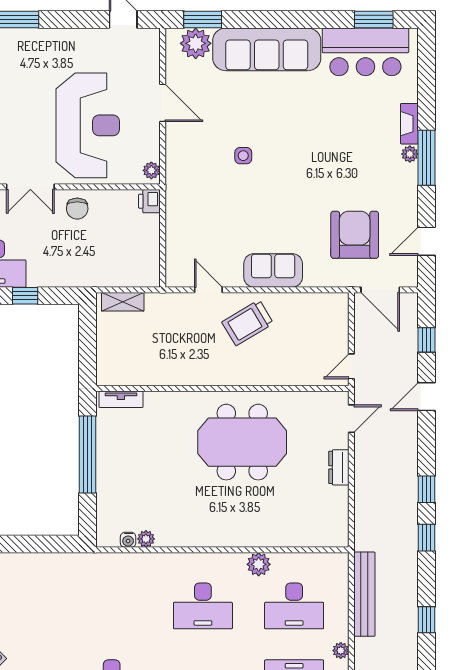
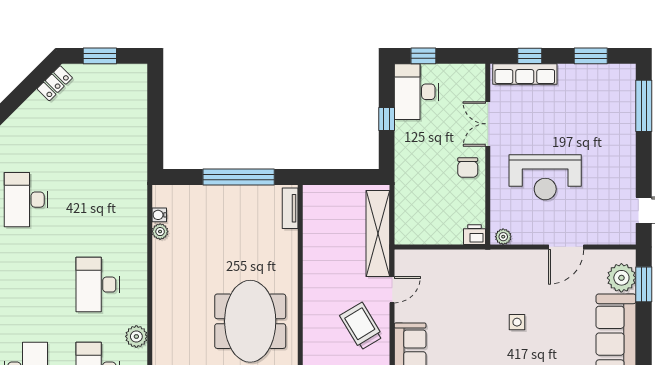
reception desk: (88, 125) -> (545, 177), width x0.74, depth x0.77
chair: (77, 209) -> (468, 168), turned -90
shelving: (123, 302) -> (378, 233), width x2.20, depth x1.33

